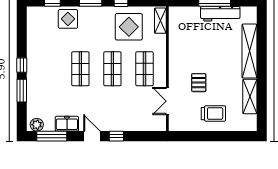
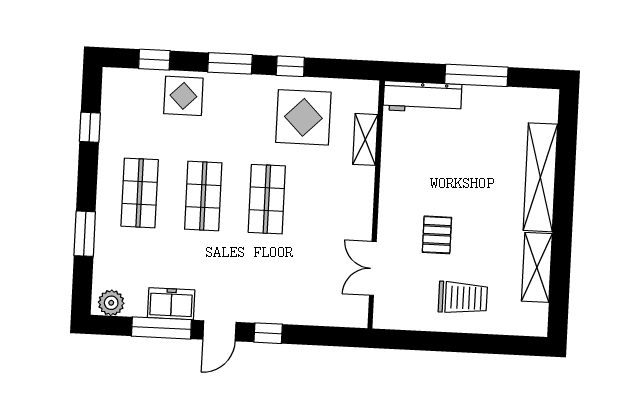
workbench: (220, 14) -> (422, 97), moved
shelving: (160, 21) -> (365, 139), moved
window: (22, 65) -> (90, 127), moved
shop shelf: (144, 69) -> (140, 193), moved
window: (52, 136) -> (161, 328), moved
door: (92, 136) -> (219, 331), swing flipped

